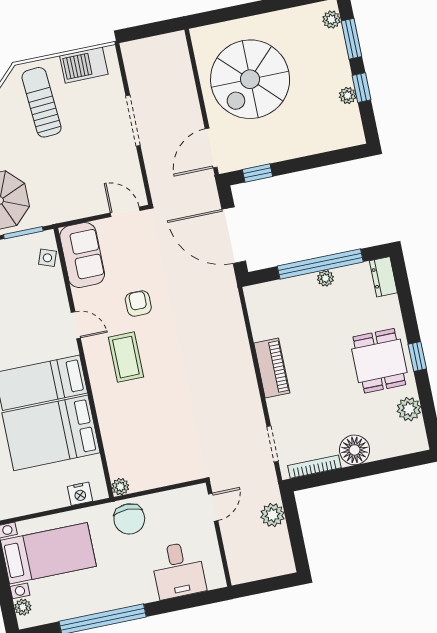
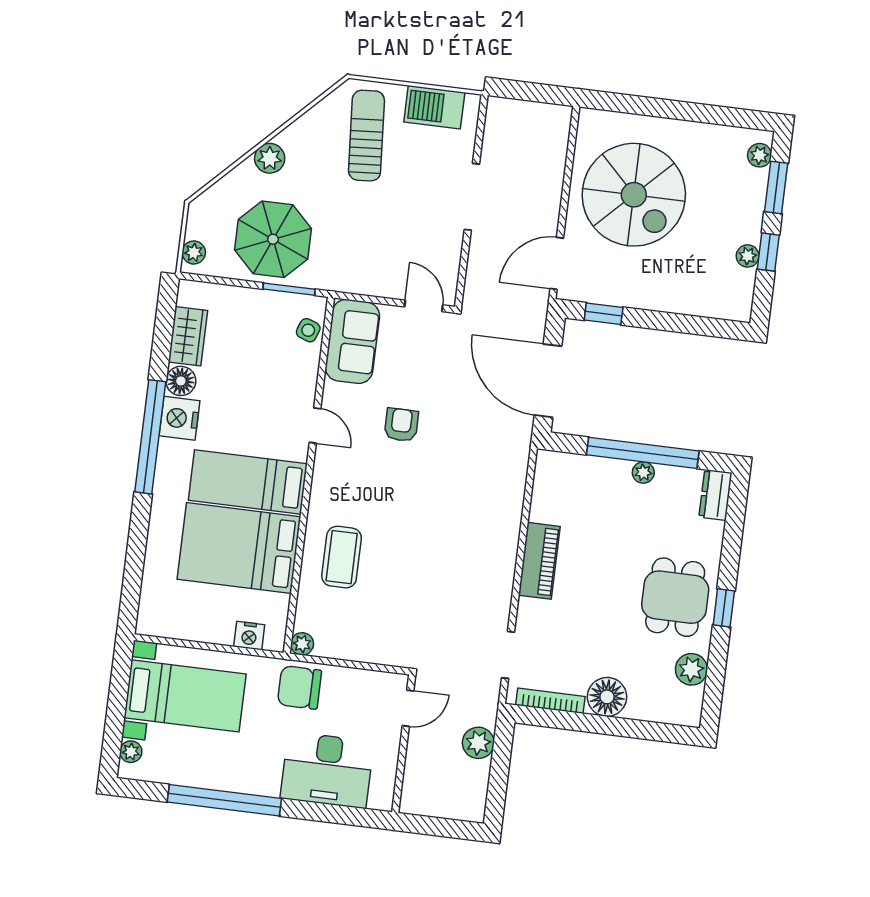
spiral stairs: (250, 79) -> (634, 195), turned -90
coffee table: (126, 357) -> (342, 557), moved
chair: (129, 519) -> (300, 687), turned 90
desk: (178, 570) -> (327, 770), width x1.37

